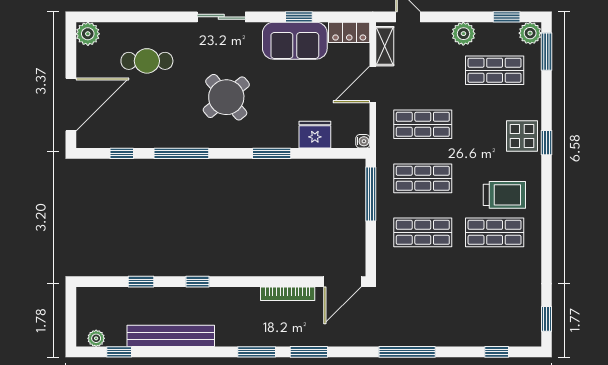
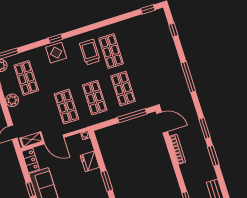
window: (371, 194) -> (132, 116), moved

